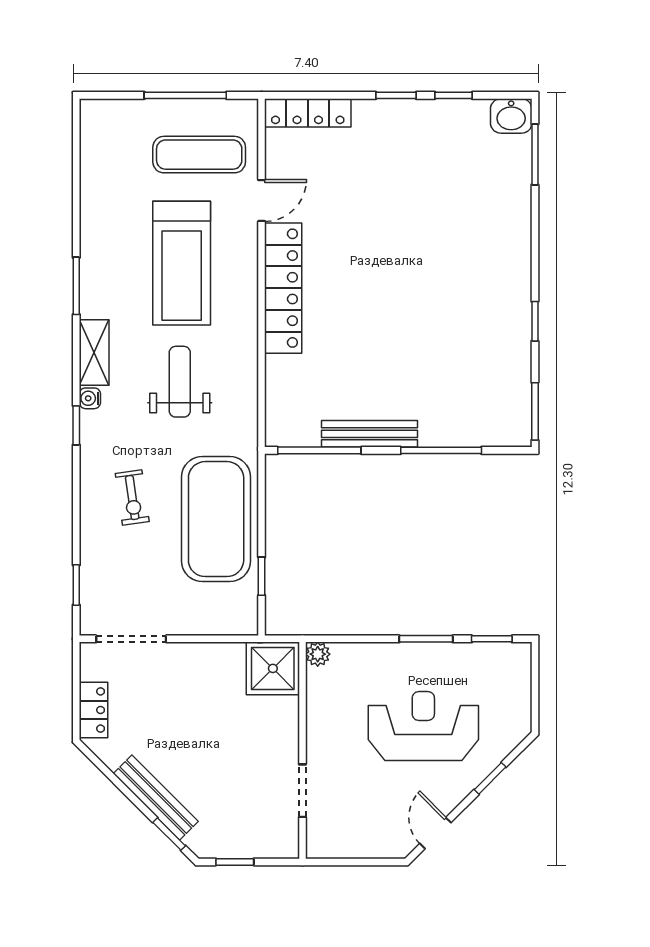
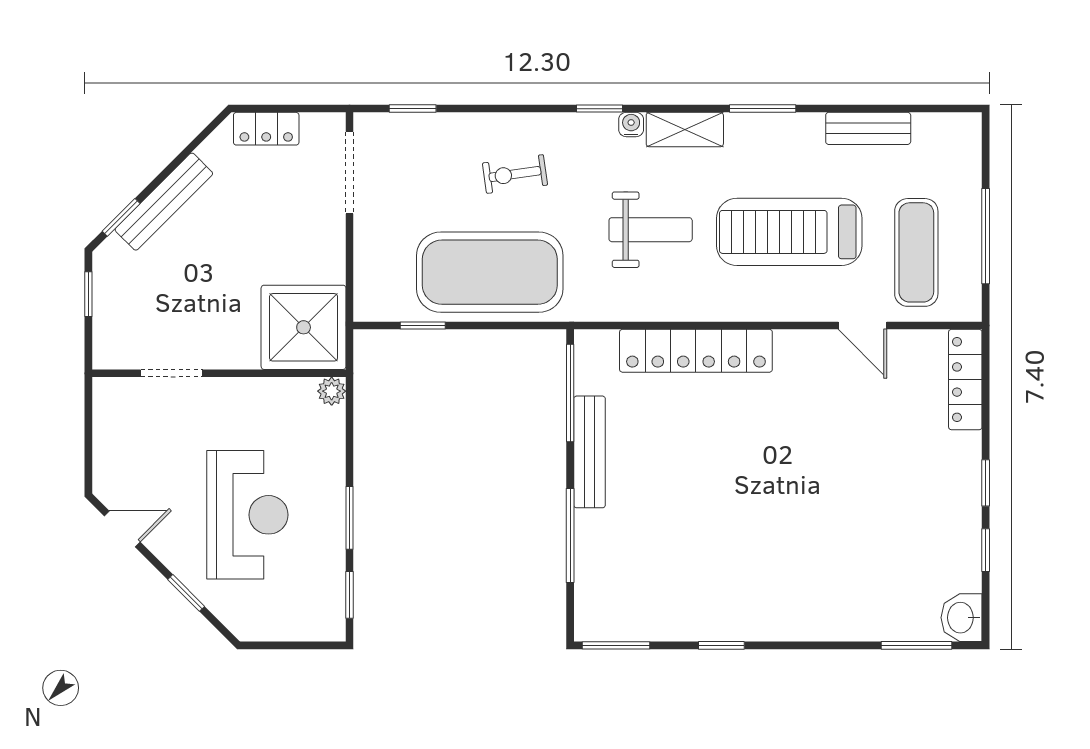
bench: (93, 196) -> (868, 128), added
locker: (283, 288) -> (696, 351), moved
shower: (273, 668) -> (304, 327), width x1.37, depth x1.37

